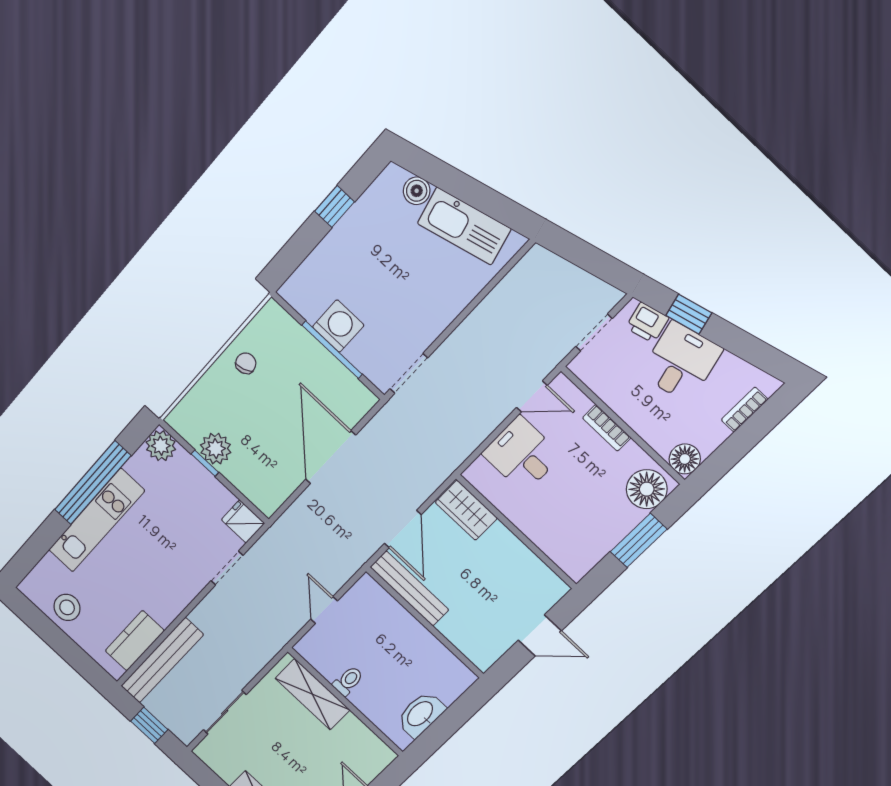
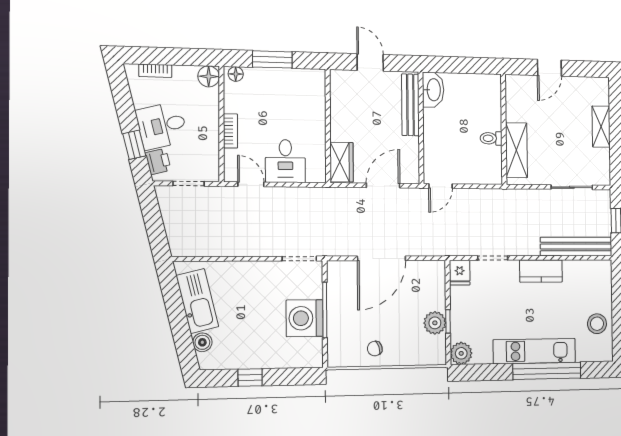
washing machine: (338, 326) -> (305, 318), width x1.37, depth x1.37
window: (93, 483) -> (547, 371), moved
floor lamp: (647, 489) -> (236, 74), width x0.53, depth x0.53
bench: (409, 588) -> (410, 105), moved
door: (324, 610) -> (441, 186), moved
kitchen counter: (135, 641) -> (541, 271), moved
washbasin: (421, 714) -> (433, 90), moved, turned -90

